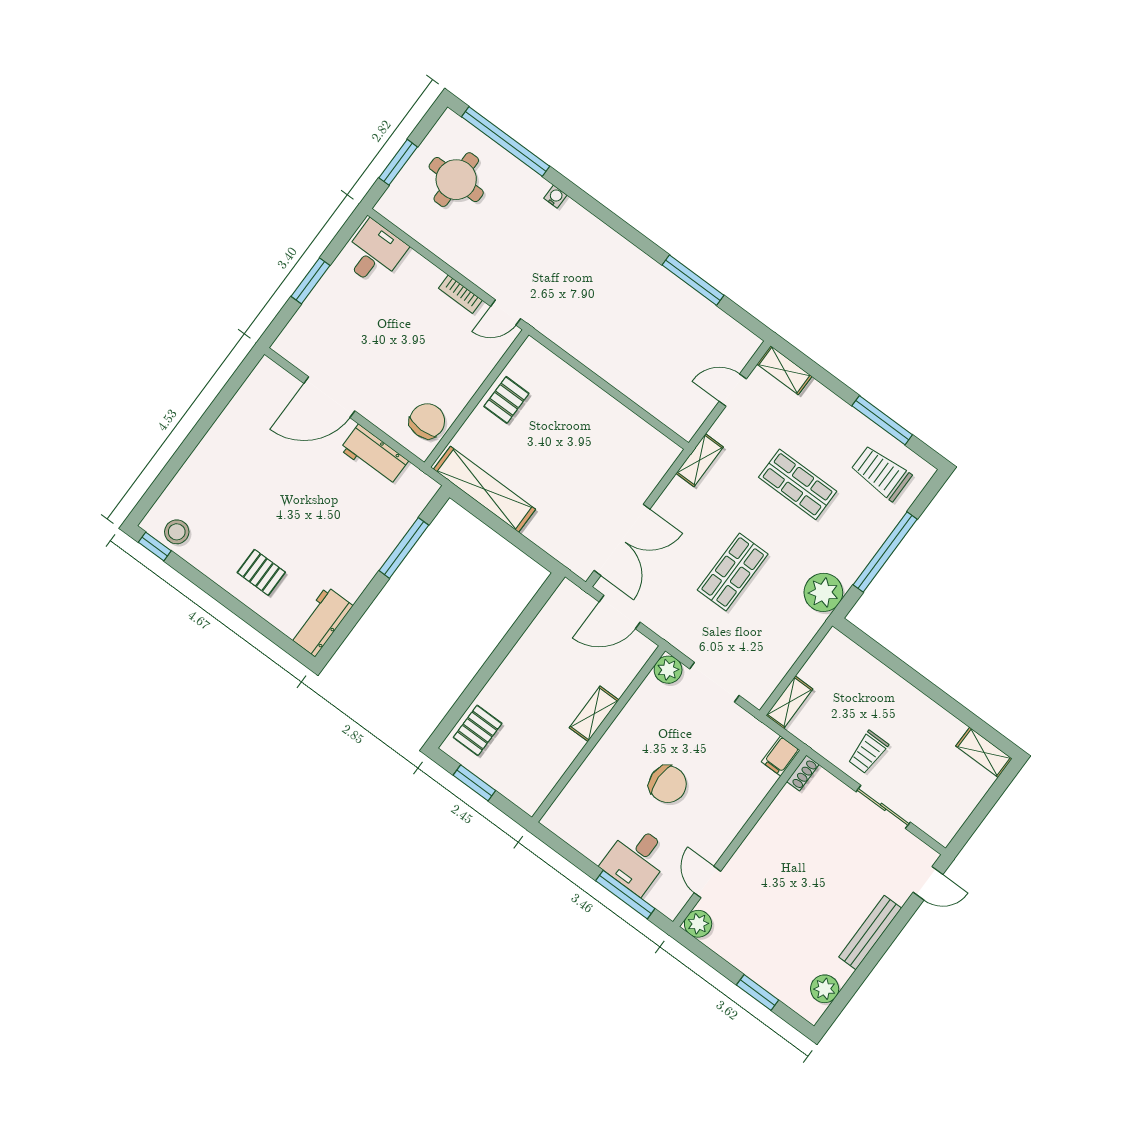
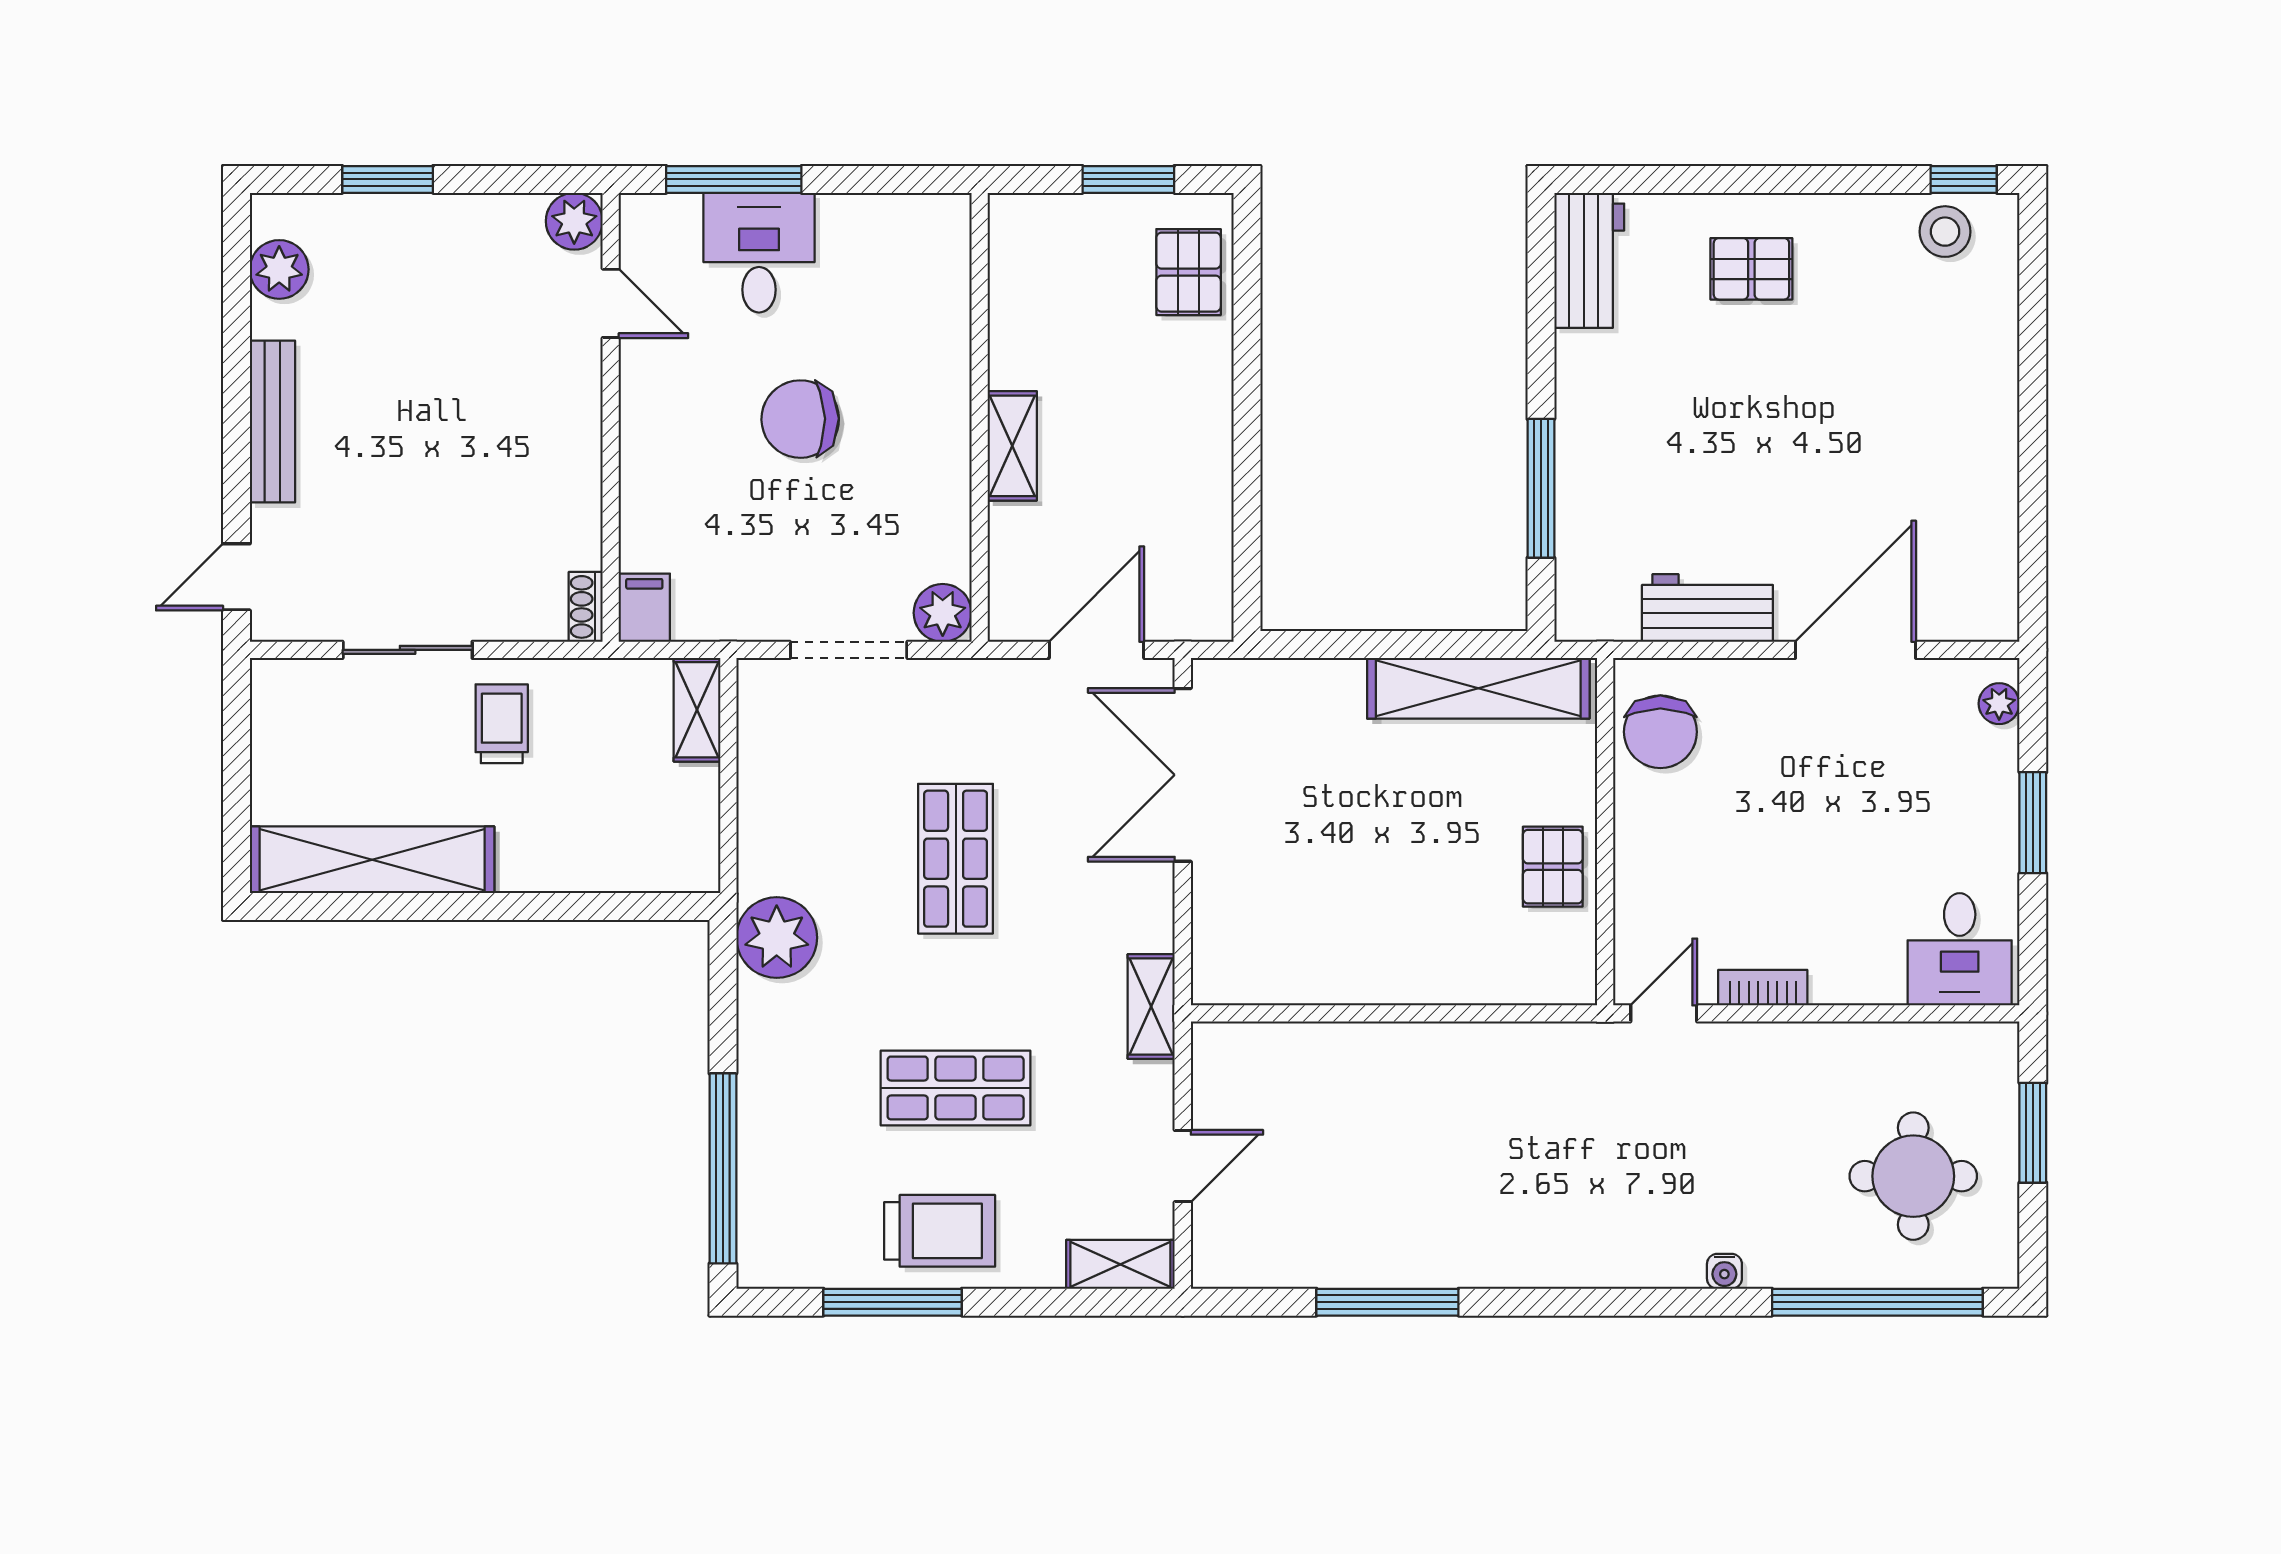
plant: (290, 336) -> (1999, 704), added
trolley: (881, 473) -> (940, 1231), moved
window: (885, 552) -> (723, 1168), moved
shelving: (984, 752) -> (372, 860), width x2.20, depth x1.33

